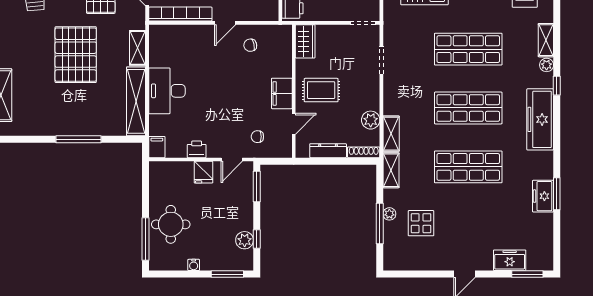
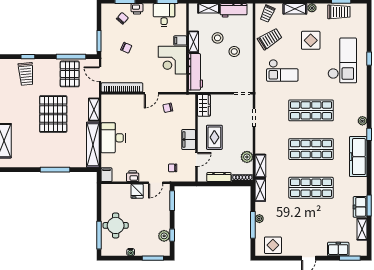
shelving: (546, 40) -> (362, 229), moved
rug: (321, 90) -> (214, 137), turned 90
display table: (421, 223) -> (273, 245), moved

